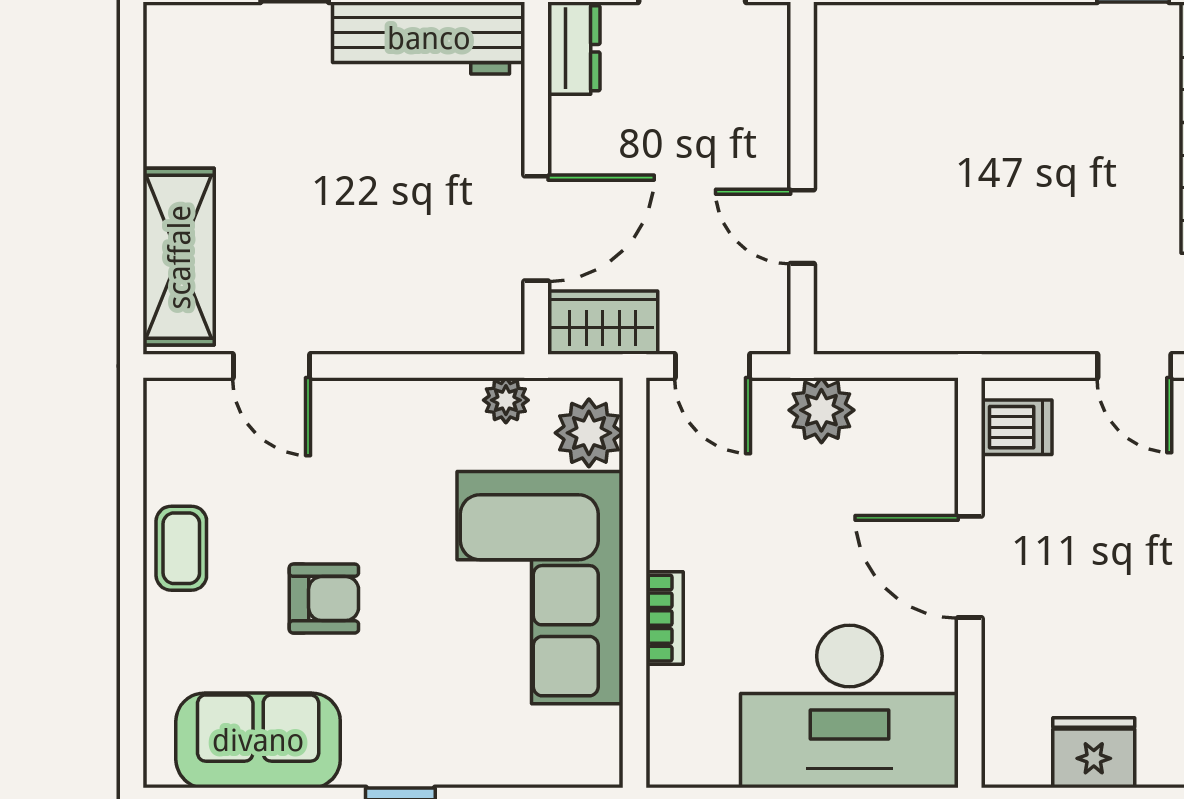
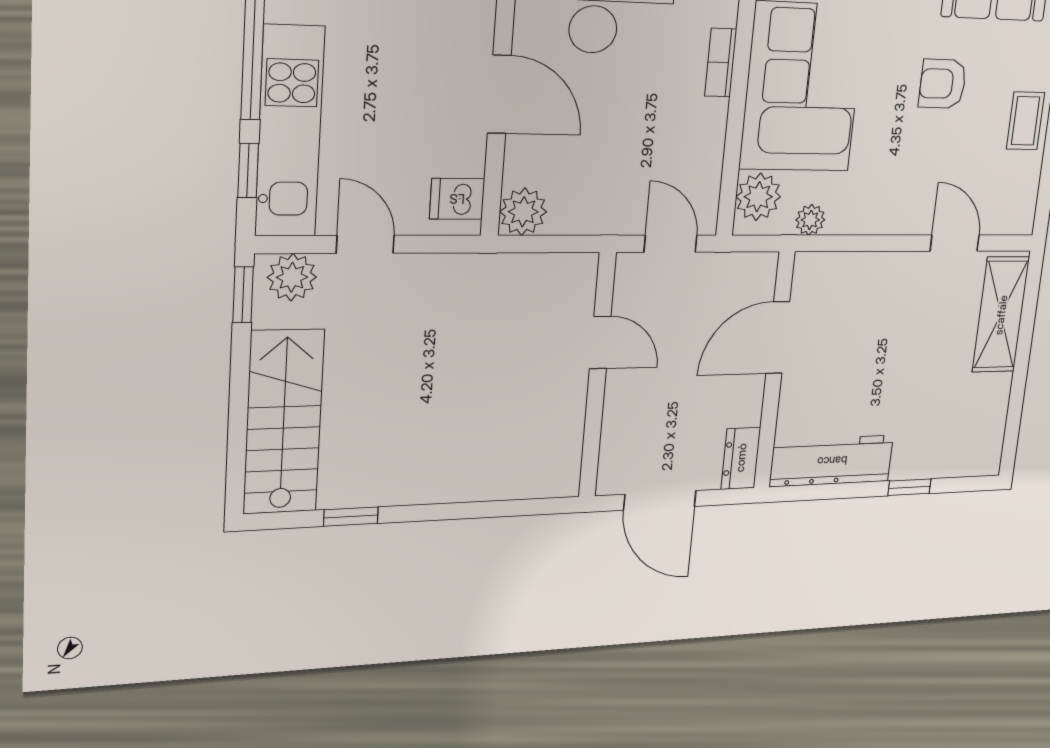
wardrobe: (603, 323) -> (741, 274), removed
plant: (821, 410) -> (523, 212), moved

